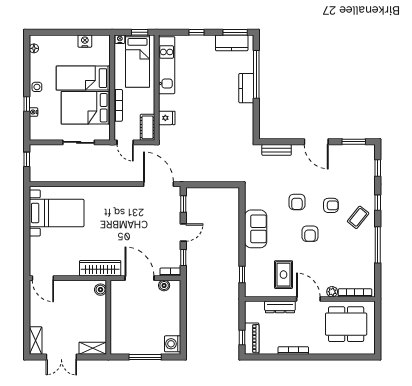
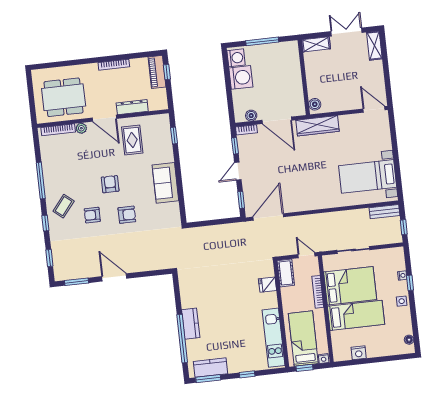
bench: (277, 150) -> (385, 212), moved
door: (158, 184) -> (268, 217), swing flipped
armchair: (297, 202) -> (127, 215), turned 90
washing machine: (170, 324) -> (241, 77), added

